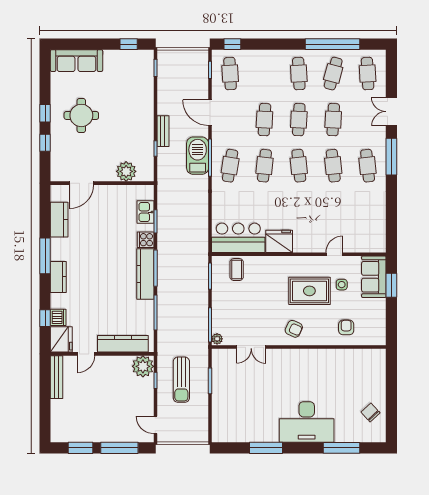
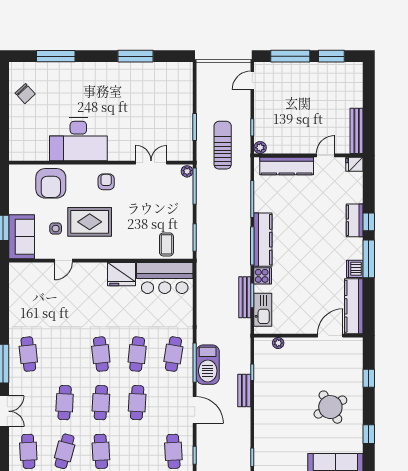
window: (45, 113) -> (369, 434), moved
round table: (81, 115) -> (330, 407), turned -30
cafe table: (333, 166) -> (65, 354), removed
plant: (126, 171) -> (278, 343), width x0.53, depth x0.53
kitchen sink: (145, 212) -> (263, 310), width x1.38
bench: (163, 219) -> (245, 297), added
kitchen counter: (59, 220) -> (354, 306), width x1.50
kitchen counter: (58, 277) -> (355, 220), moved
dishwasher: (58, 317) -> (355, 269), moved
window: (45, 318) -> (369, 222), moved
armchair: (346, 327) -> (51, 183), width x1.88, depth x1.88
armchair: (294, 329) -> (106, 182), turned 66
fridge: (61, 339) -> (354, 164), width x0.53, depth x0.75
plant: (143, 366) -> (260, 148), width x0.53, depth x0.53
sun lounger: (181, 380) -> (223, 145), moved
desk: (307, 422) -> (78, 139), moved, turned 180
door: (155, 425) -> (252, 80), swing flipped

